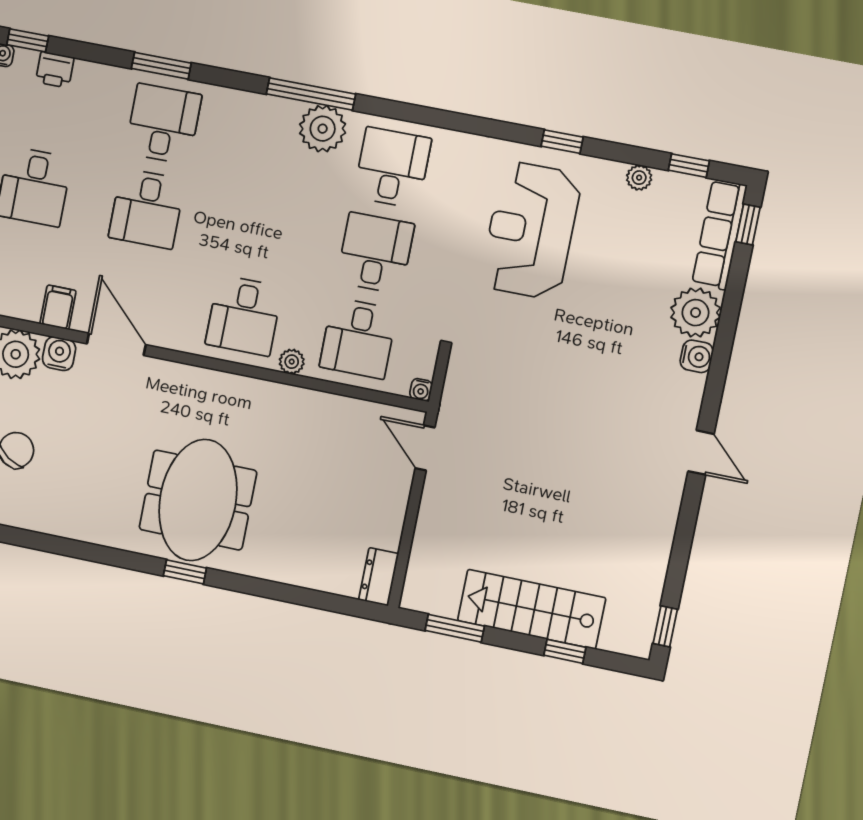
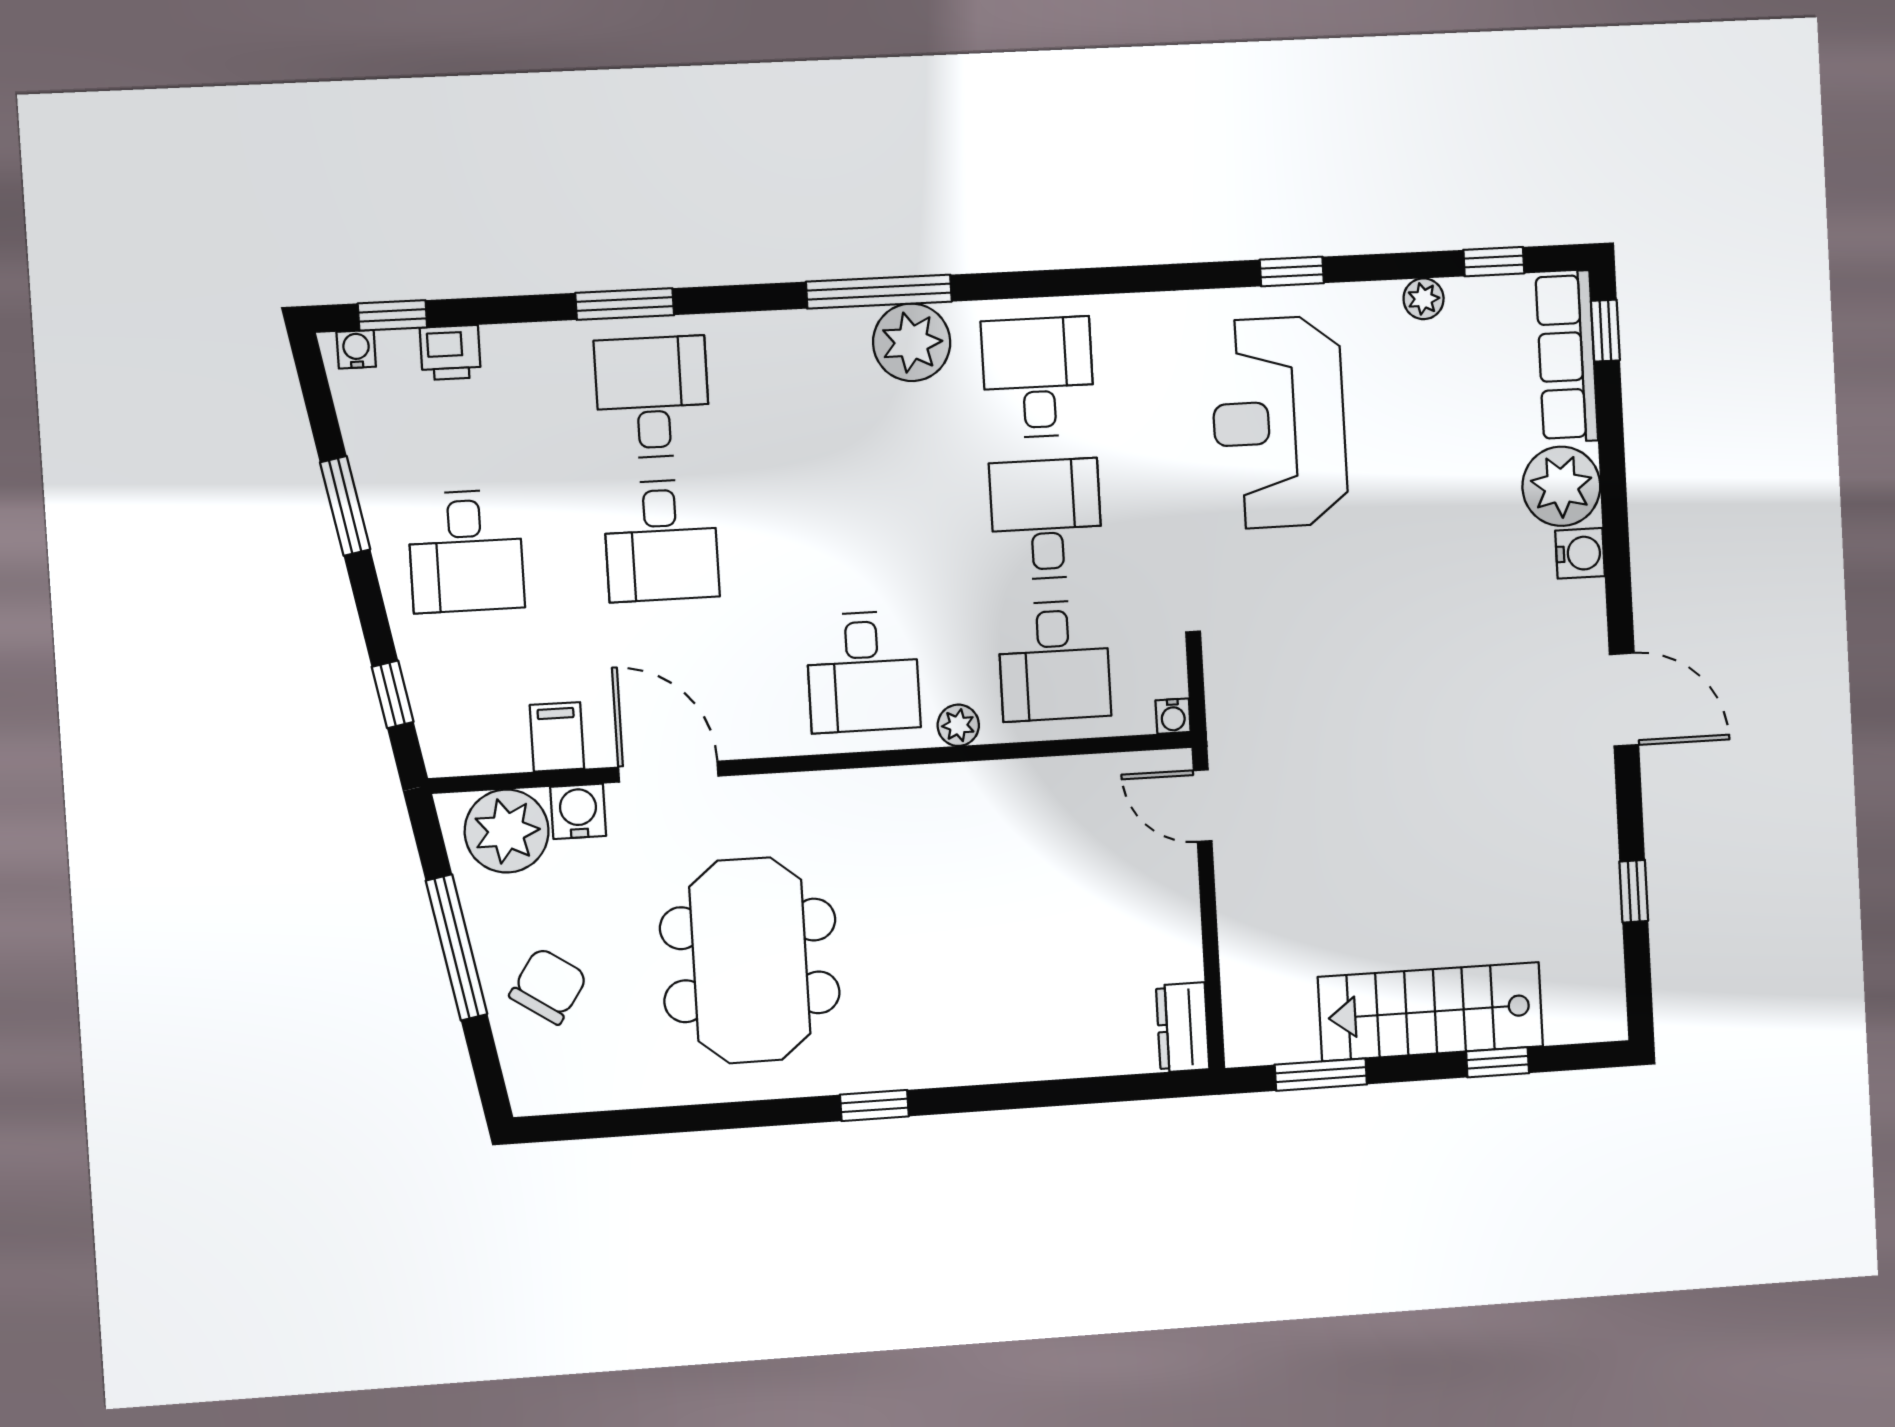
door: (701, 453) -> (1624, 700), width x1.38
meeting table: (198, 500) -> (750, 960), moved
window: (665, 626) -> (1634, 891), moved

